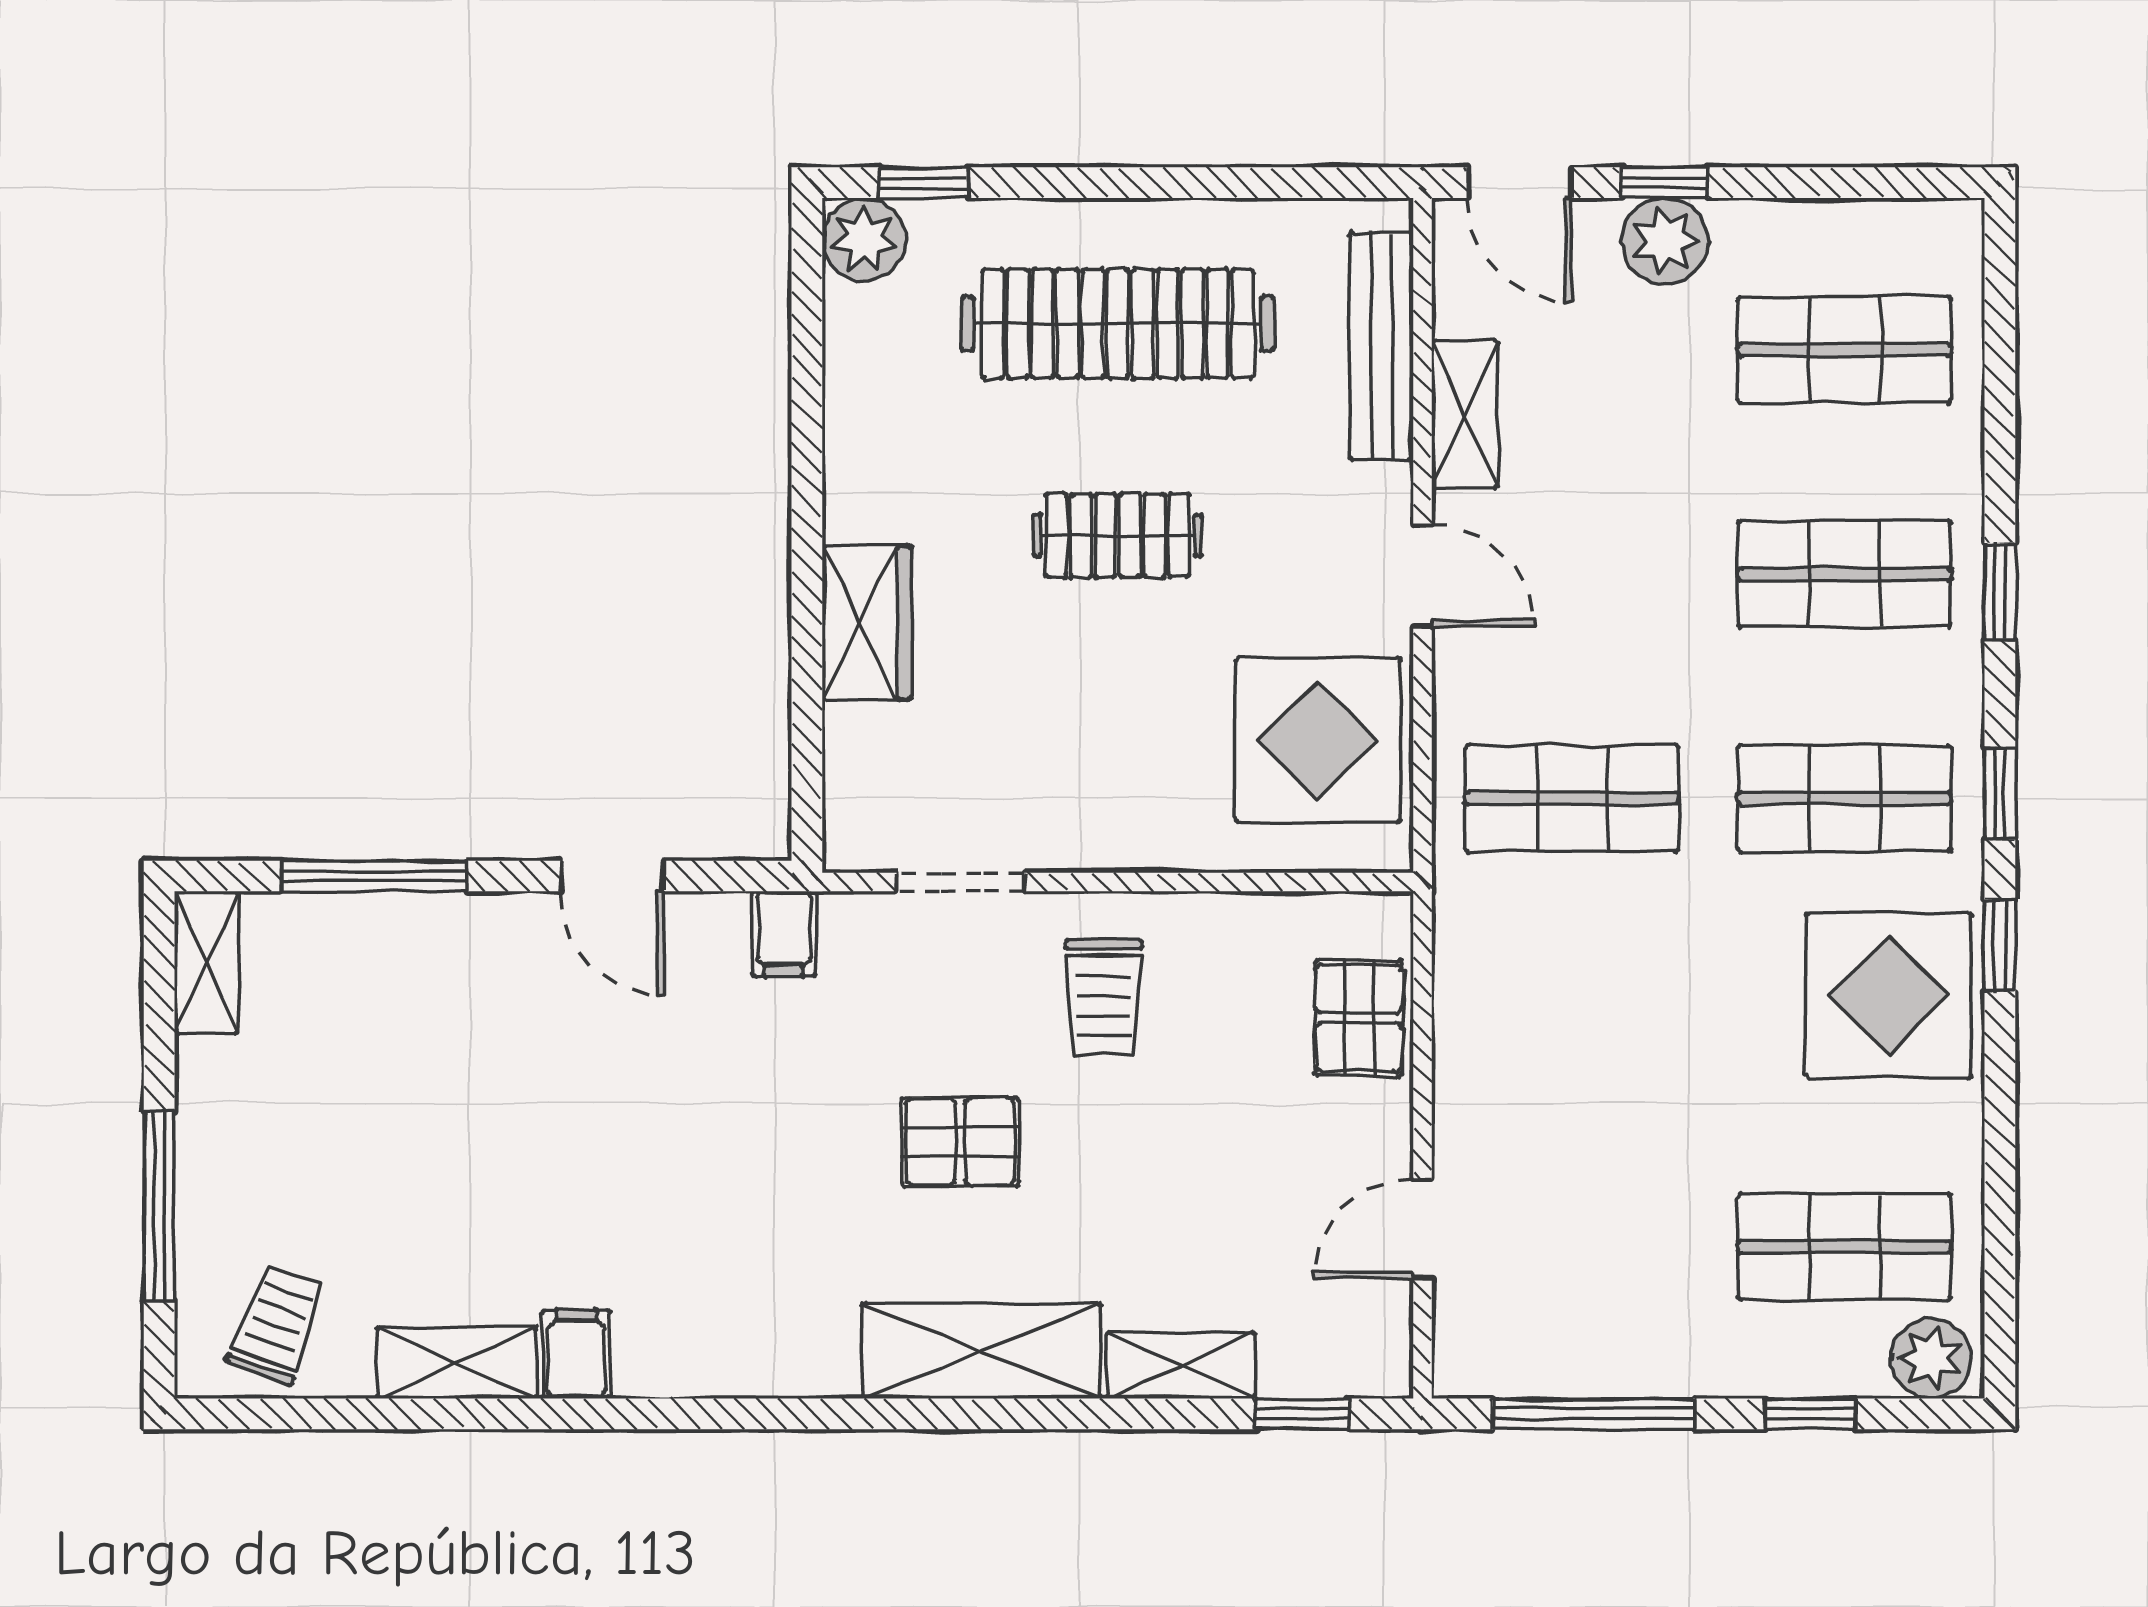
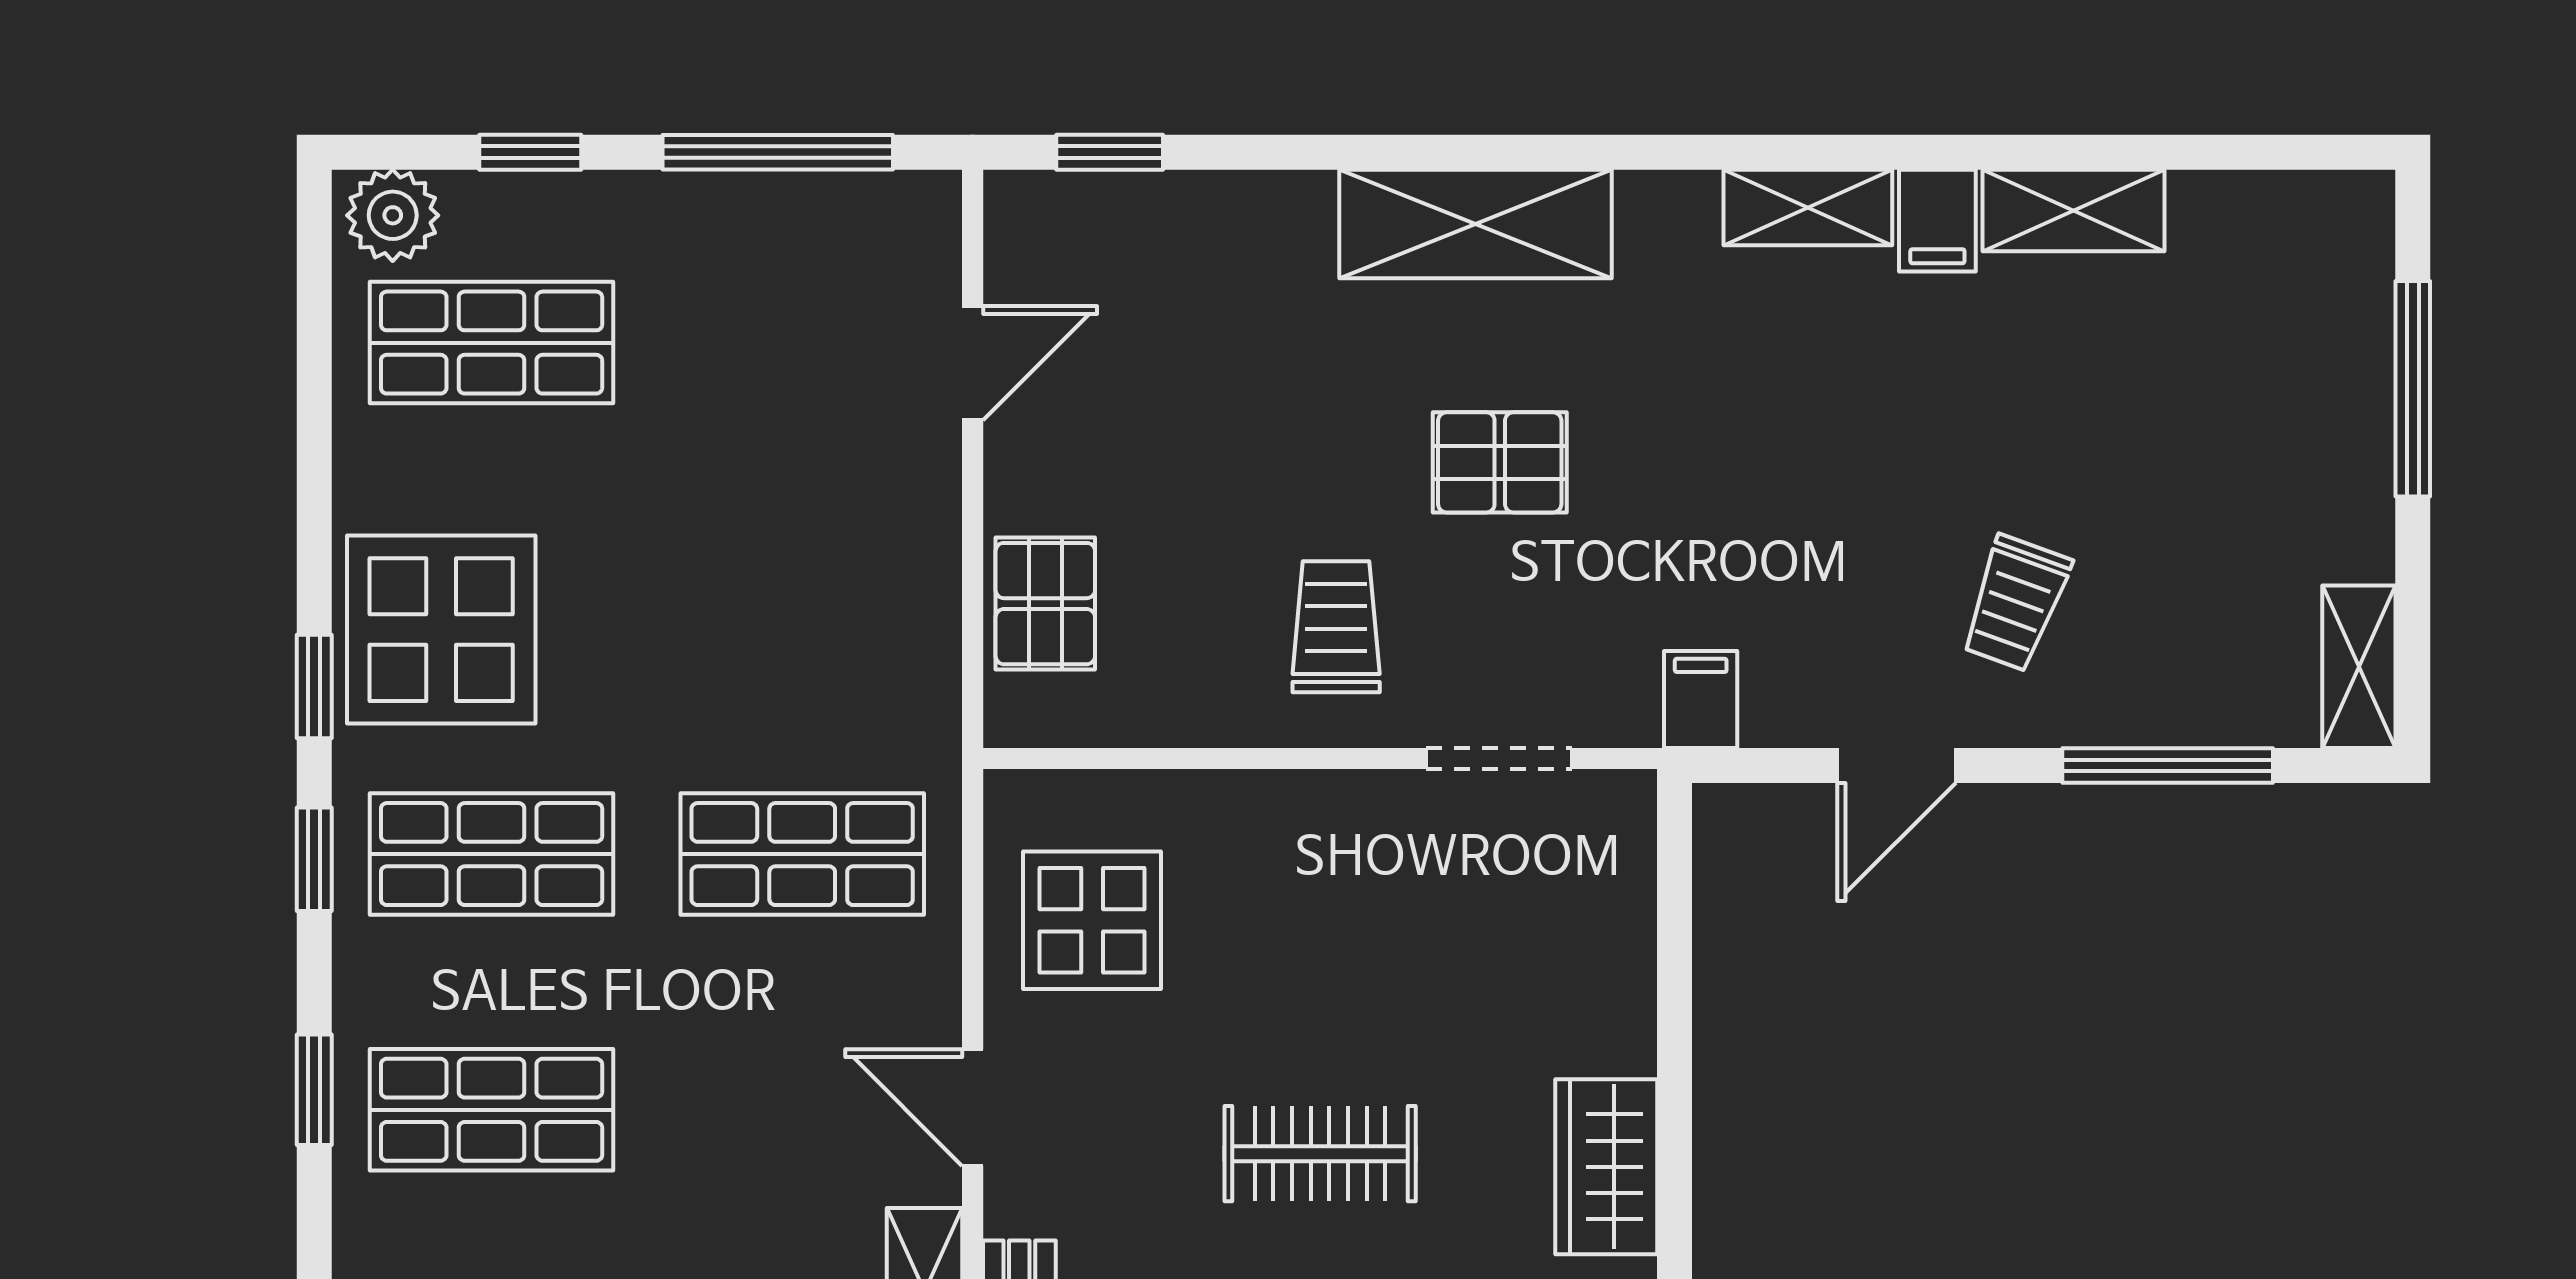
wardrobe: (867, 623) -> (1606, 1167), moved
display table: (1318, 740) -> (1092, 920), width x0.73, depth x0.73
door: (612, 876) -> (1897, 765), swing flipped
trolley: (277, 1324) -> (2016, 603), moved
shelving: (1181, 1365) -> (1808, 207), moved

